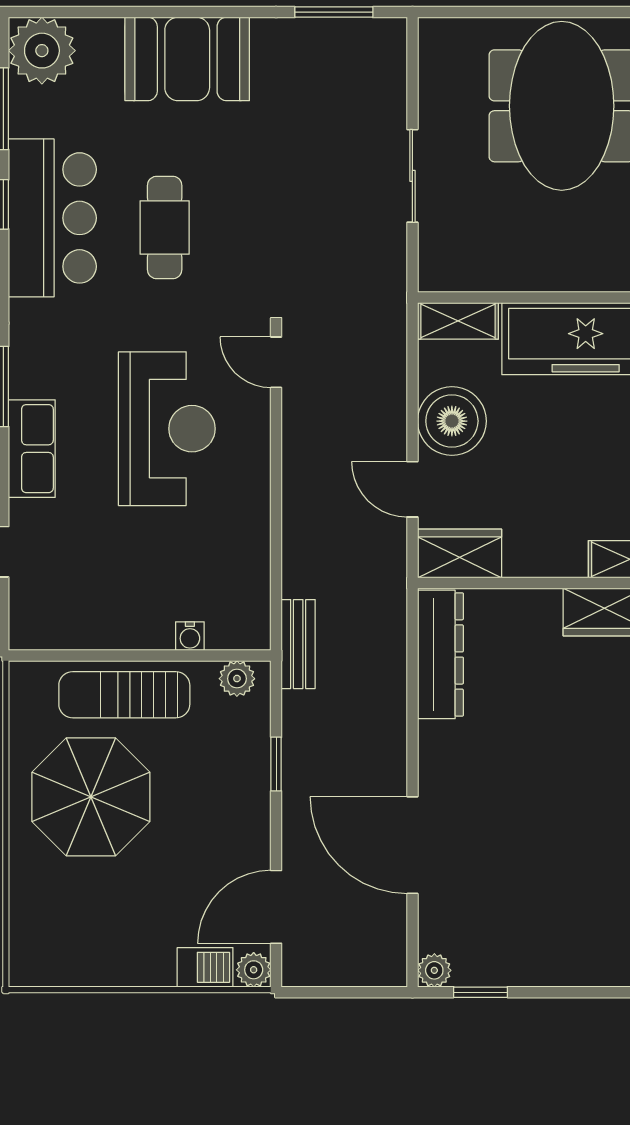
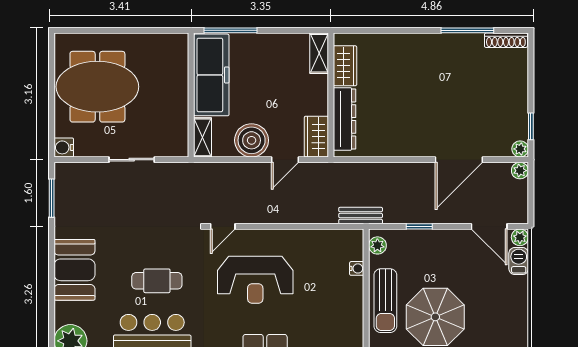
water cooler: (437, 37) -> (64, 147), added
reception desk: (167, 429) -> (255, 280), turned 180
dresser: (440, 654) -> (344, 119), moved, turned 90
plant: (390, 970) -> (520, 171), added

